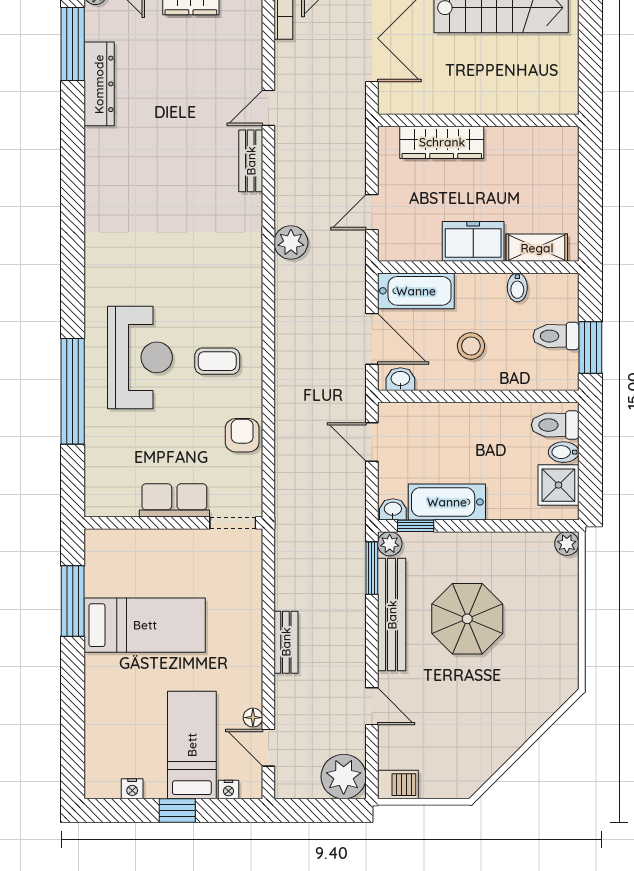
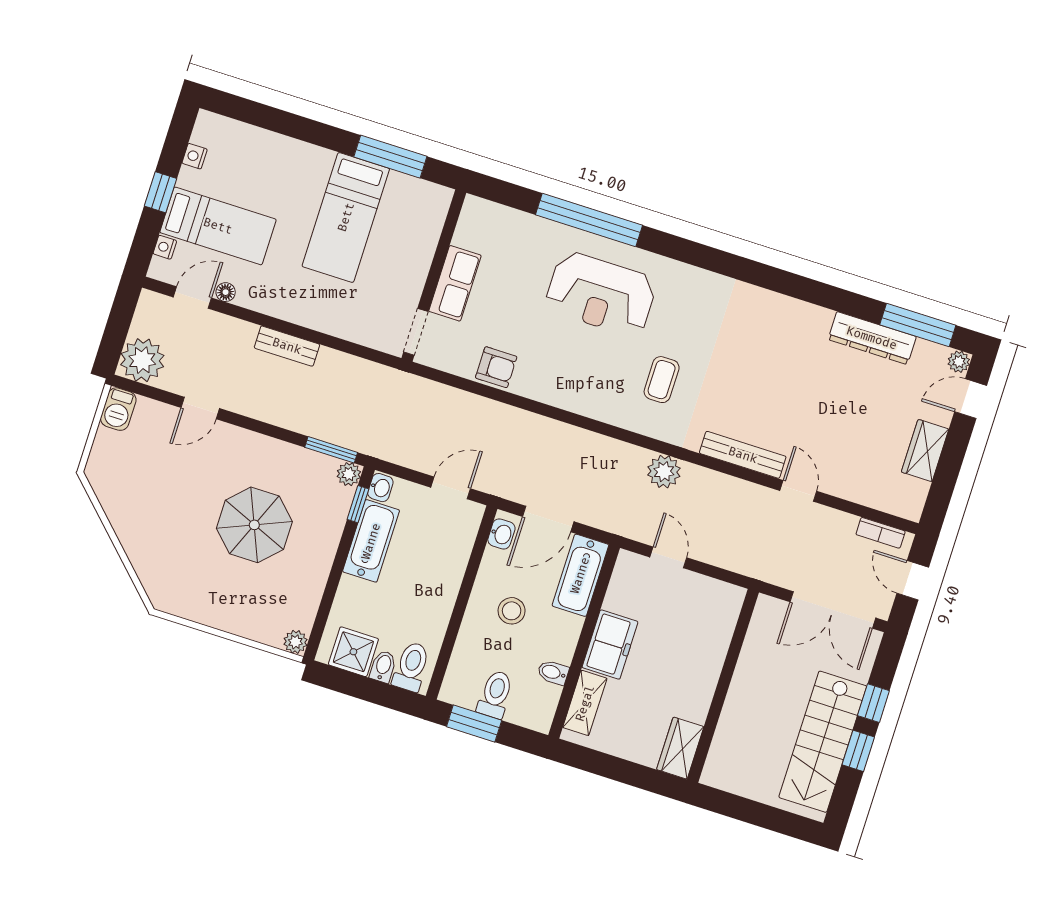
wardrobe: (442, 142) -> (680, 748), moved, width x0.67
bench: (251, 161) -> (743, 455), width x1.36
coffee table: (217, 361) -> (662, 380), moved
bench: (392, 615) -> (281, 454), removed

